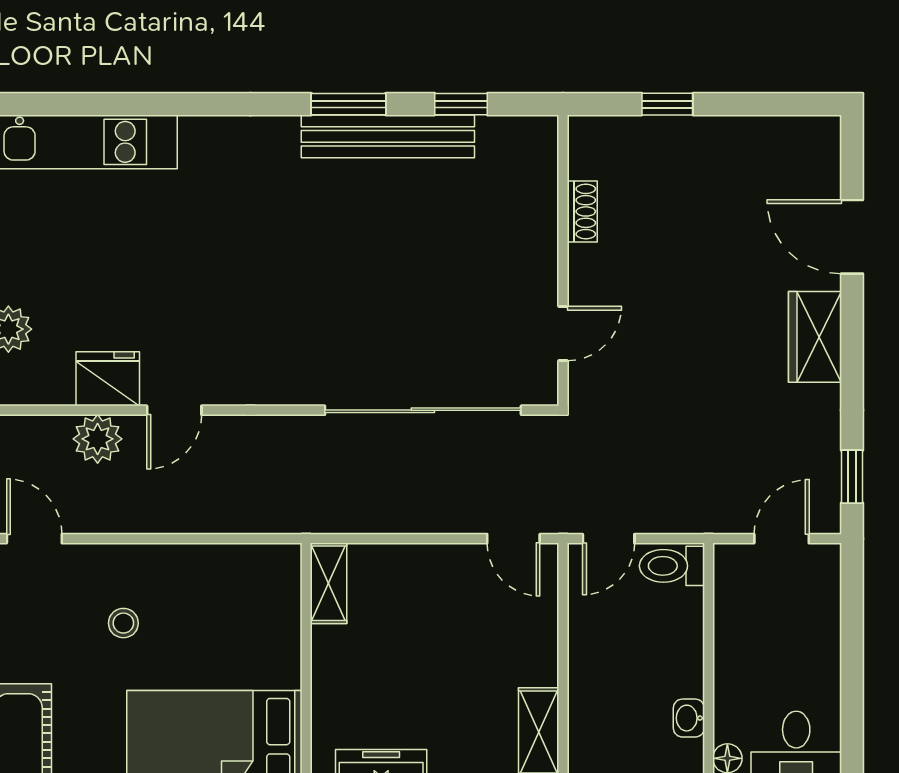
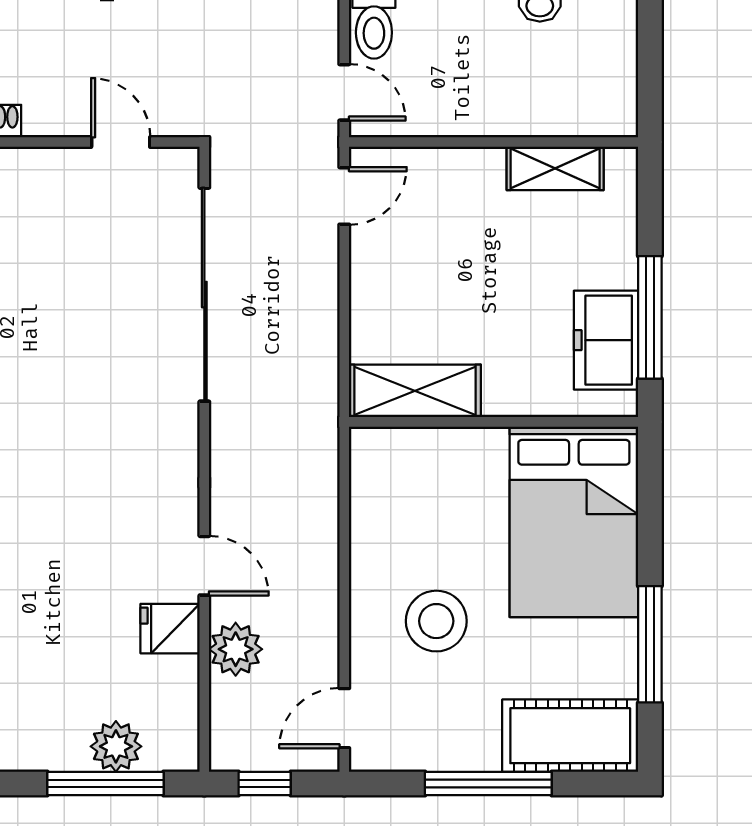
fridge: (108, 379) -> (170, 629), width x0.72
shelving: (329, 583) -> (415, 391), width x1.50, depth x1.33
stool: (123, 623) -> (436, 621), width x1.89, depth x1.89

